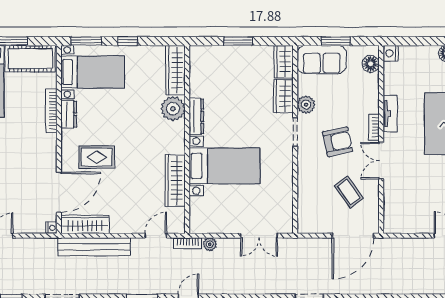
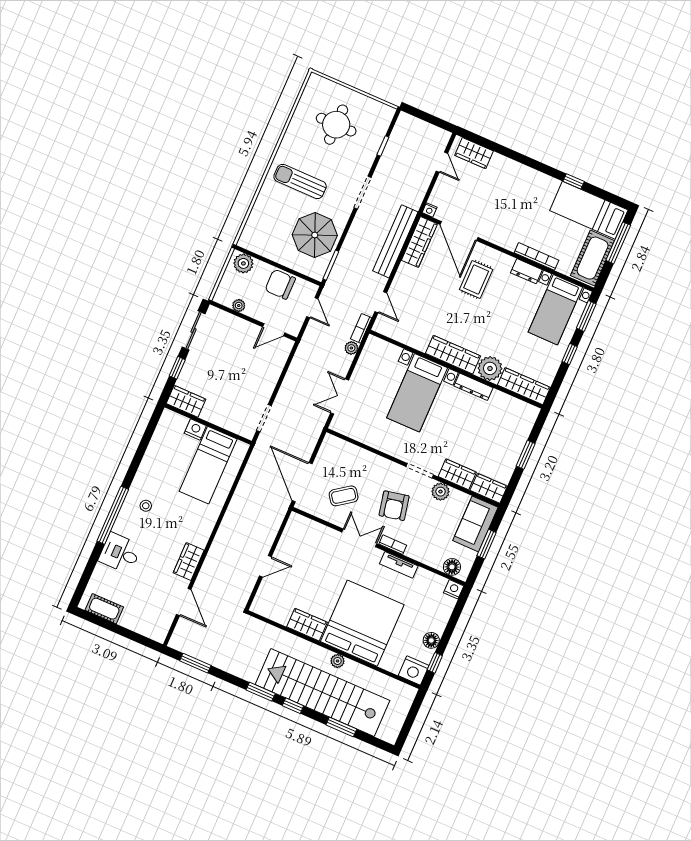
wardrobe: (175, 181) -> (453, 355), moved

